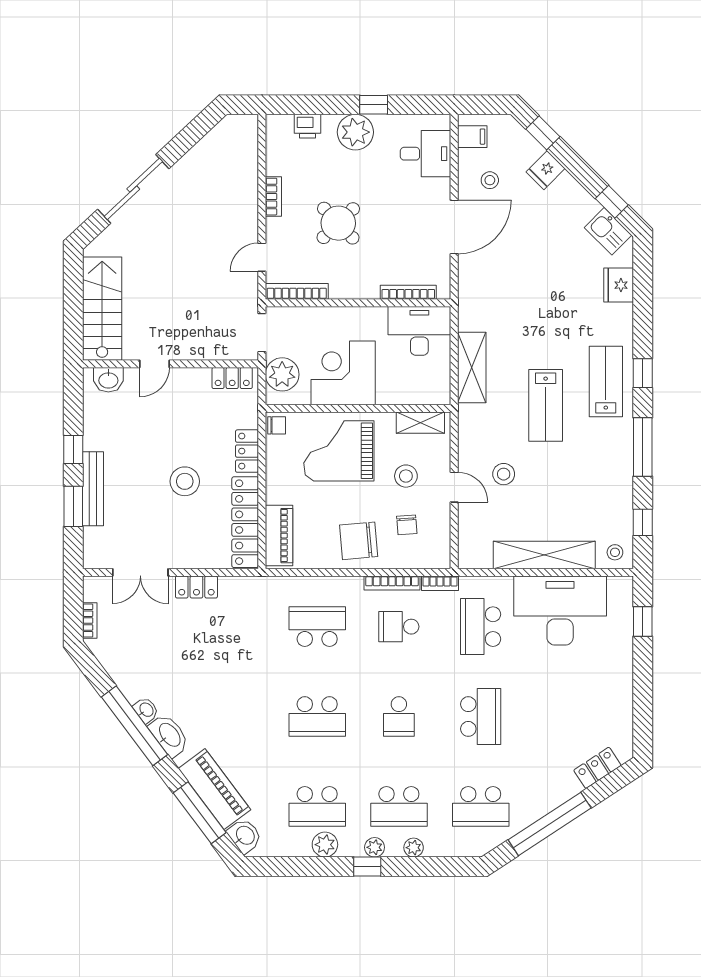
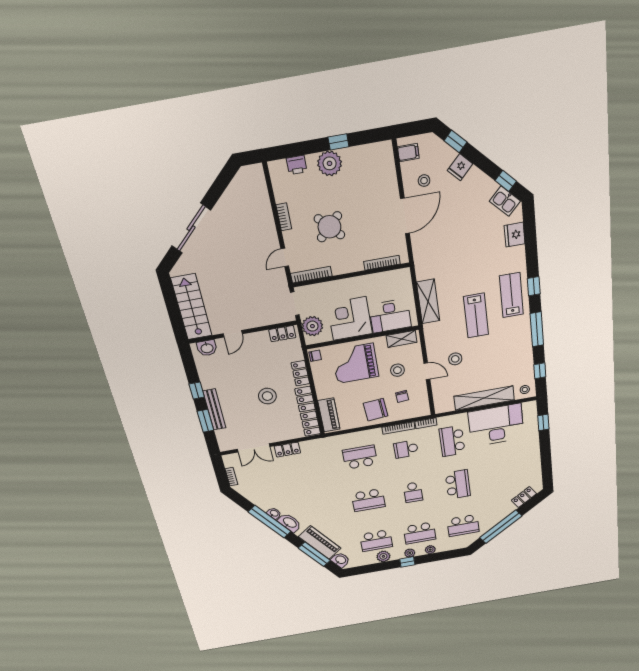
desk: (426, 154) -> (379, 170), removed
desk: (419, 331) -> (390, 316), moved, turned 180

